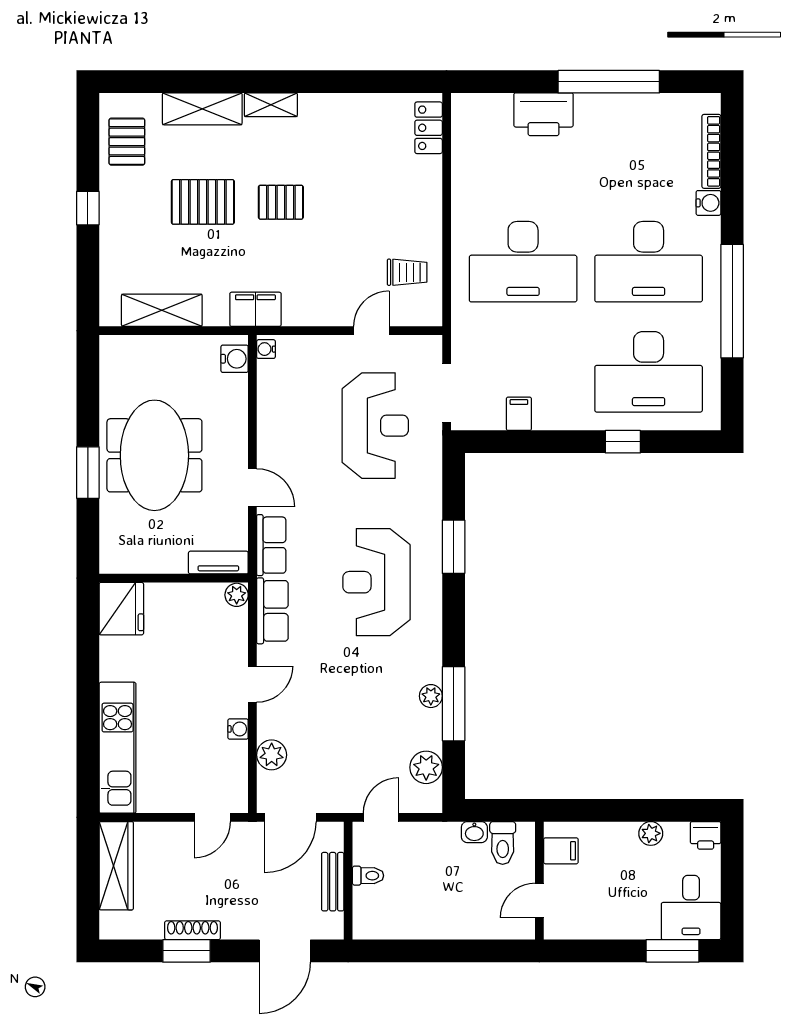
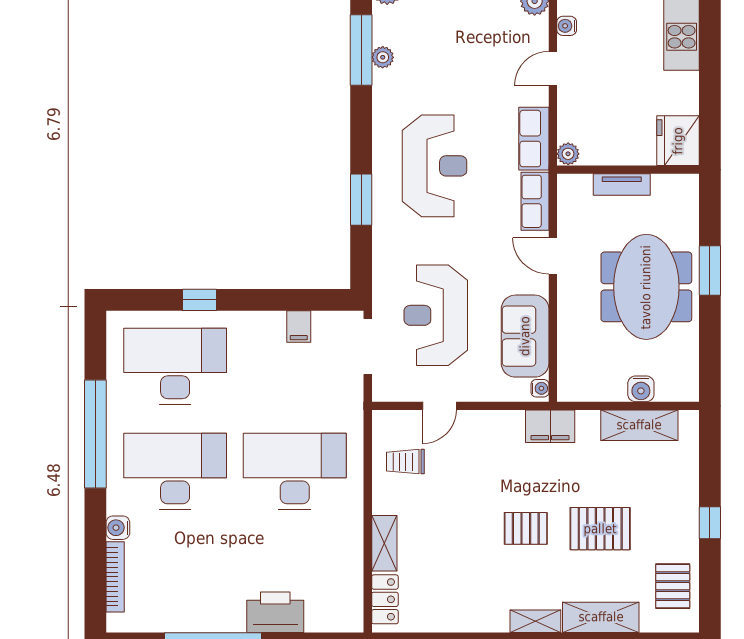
shelving: (429, 187) -> (384, 543), added
water cooler: (235, 359) -> (641, 389), moved, turned -90
sofa: (282, 404) -> (525, 336), added
tv unit: (218, 563) -> (622, 185), moved

